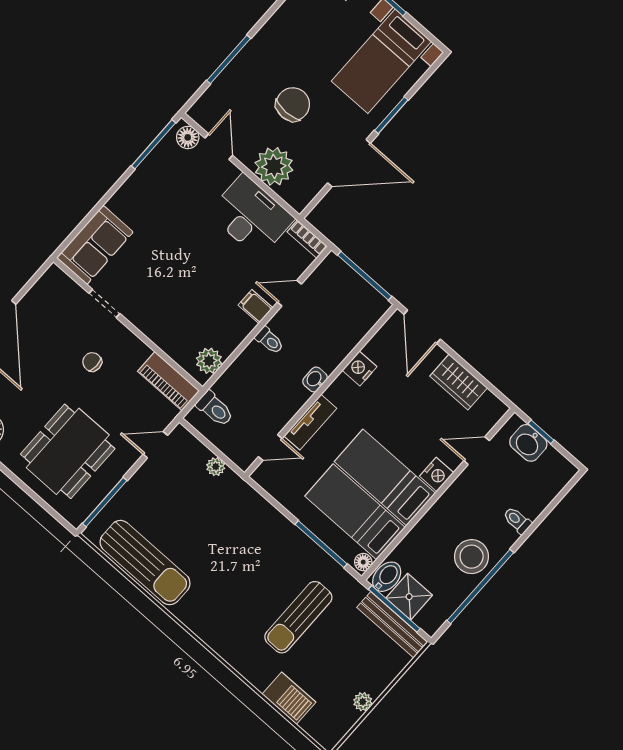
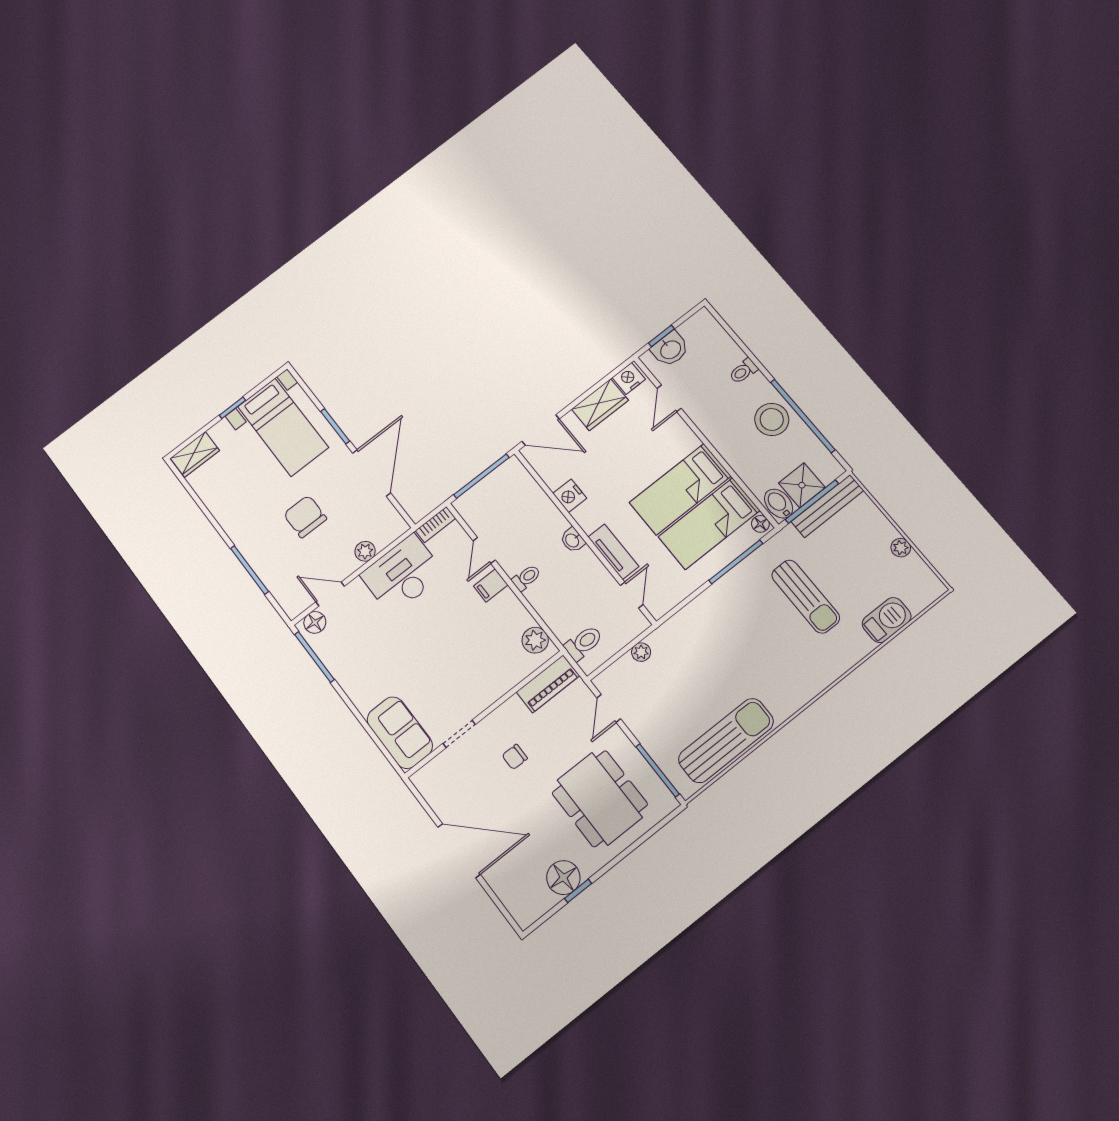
plant: (274, 166) -> (365, 551), width x0.53, depth x0.53
nightstand: (437, 474) -> (629, 378), moved, turned -90

